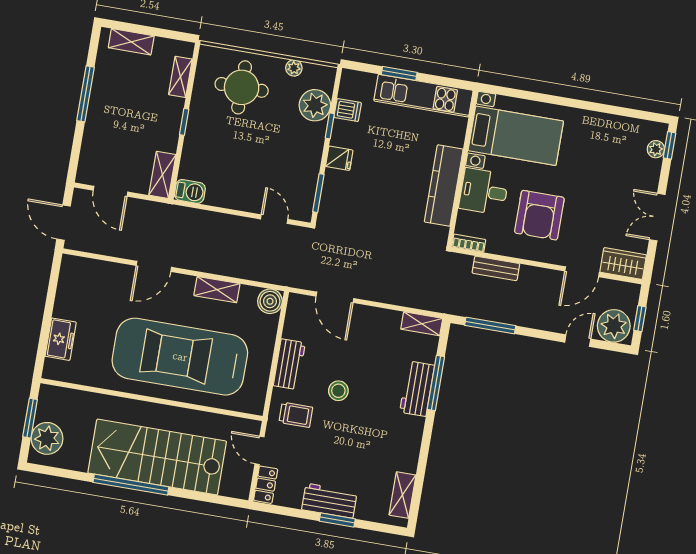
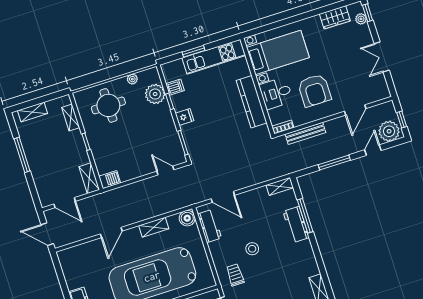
wardrobe: (623, 263) -> (335, 17), moved, turned 180
bench: (496, 268) -> (305, 133), width x1.36
window: (490, 326) -> (334, 162), moved
workbench: (289, 364) -> (210, 226), moved
trolley: (296, 415) -> (235, 275), turned -90

